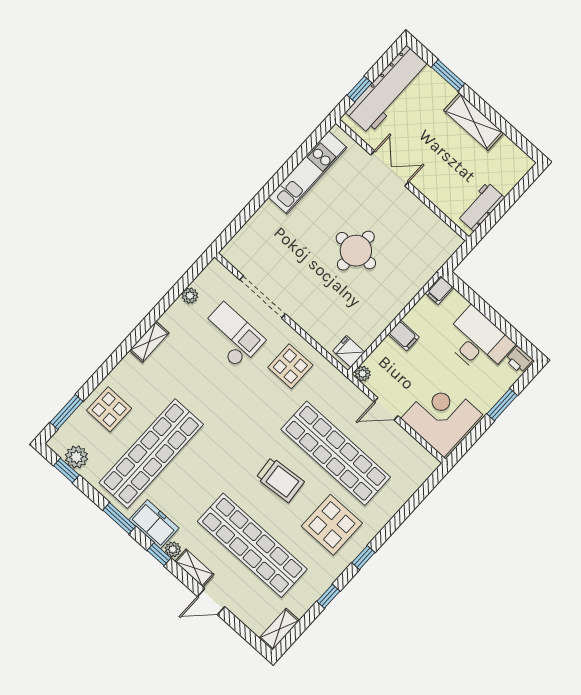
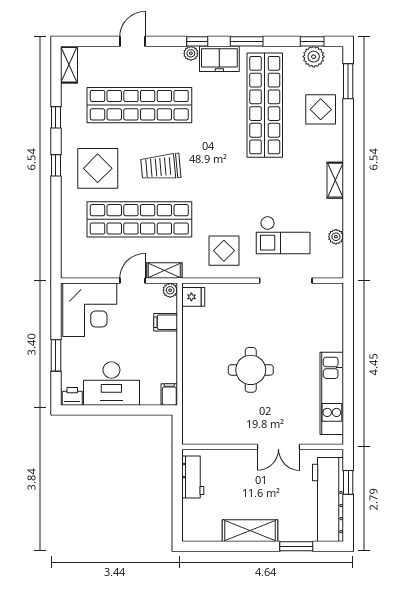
filing cabinet: (404, 336) -> (166, 322), moved
shelving: (194, 568) -> (164, 271), moved

